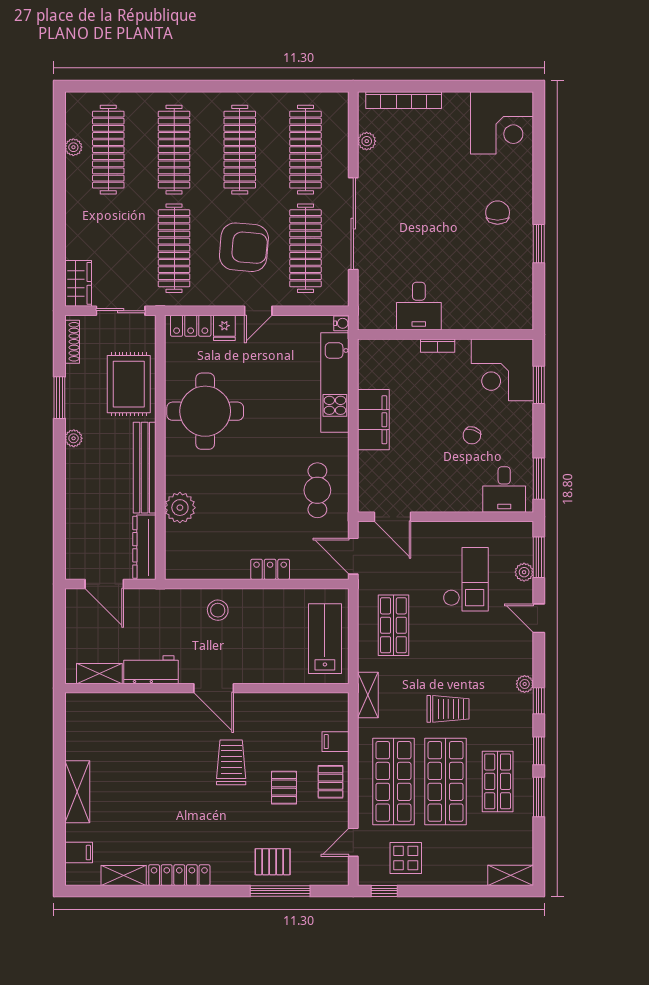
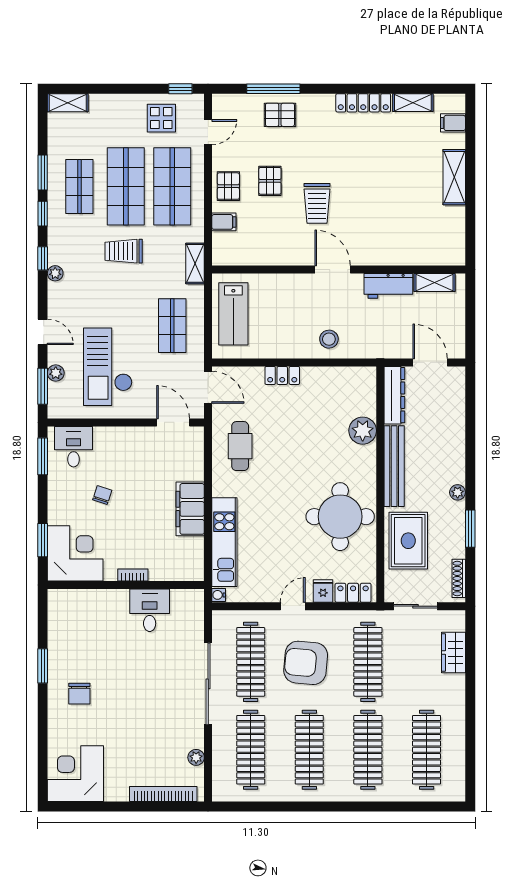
plant: (73, 147) -> (458, 752), removed
wardrobe: (78, 283) -> (453, 653), moved
checkout: (466, 579) -> (108, 367), width x1.36, depth x1.21

